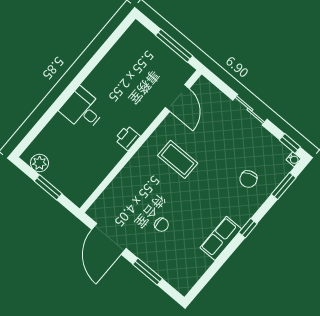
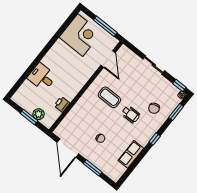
corner desk: (134, 59) -> (80, 35), added
desk: (83, 110) -> (42, 77), moved
printer: (127, 138) -> (62, 104), moved
plant: (39, 163) -> (39, 114), moved
wheelchair: (211, 188) -> (131, 114), added
row of seats: (221, 238) -> (131, 154), moved

